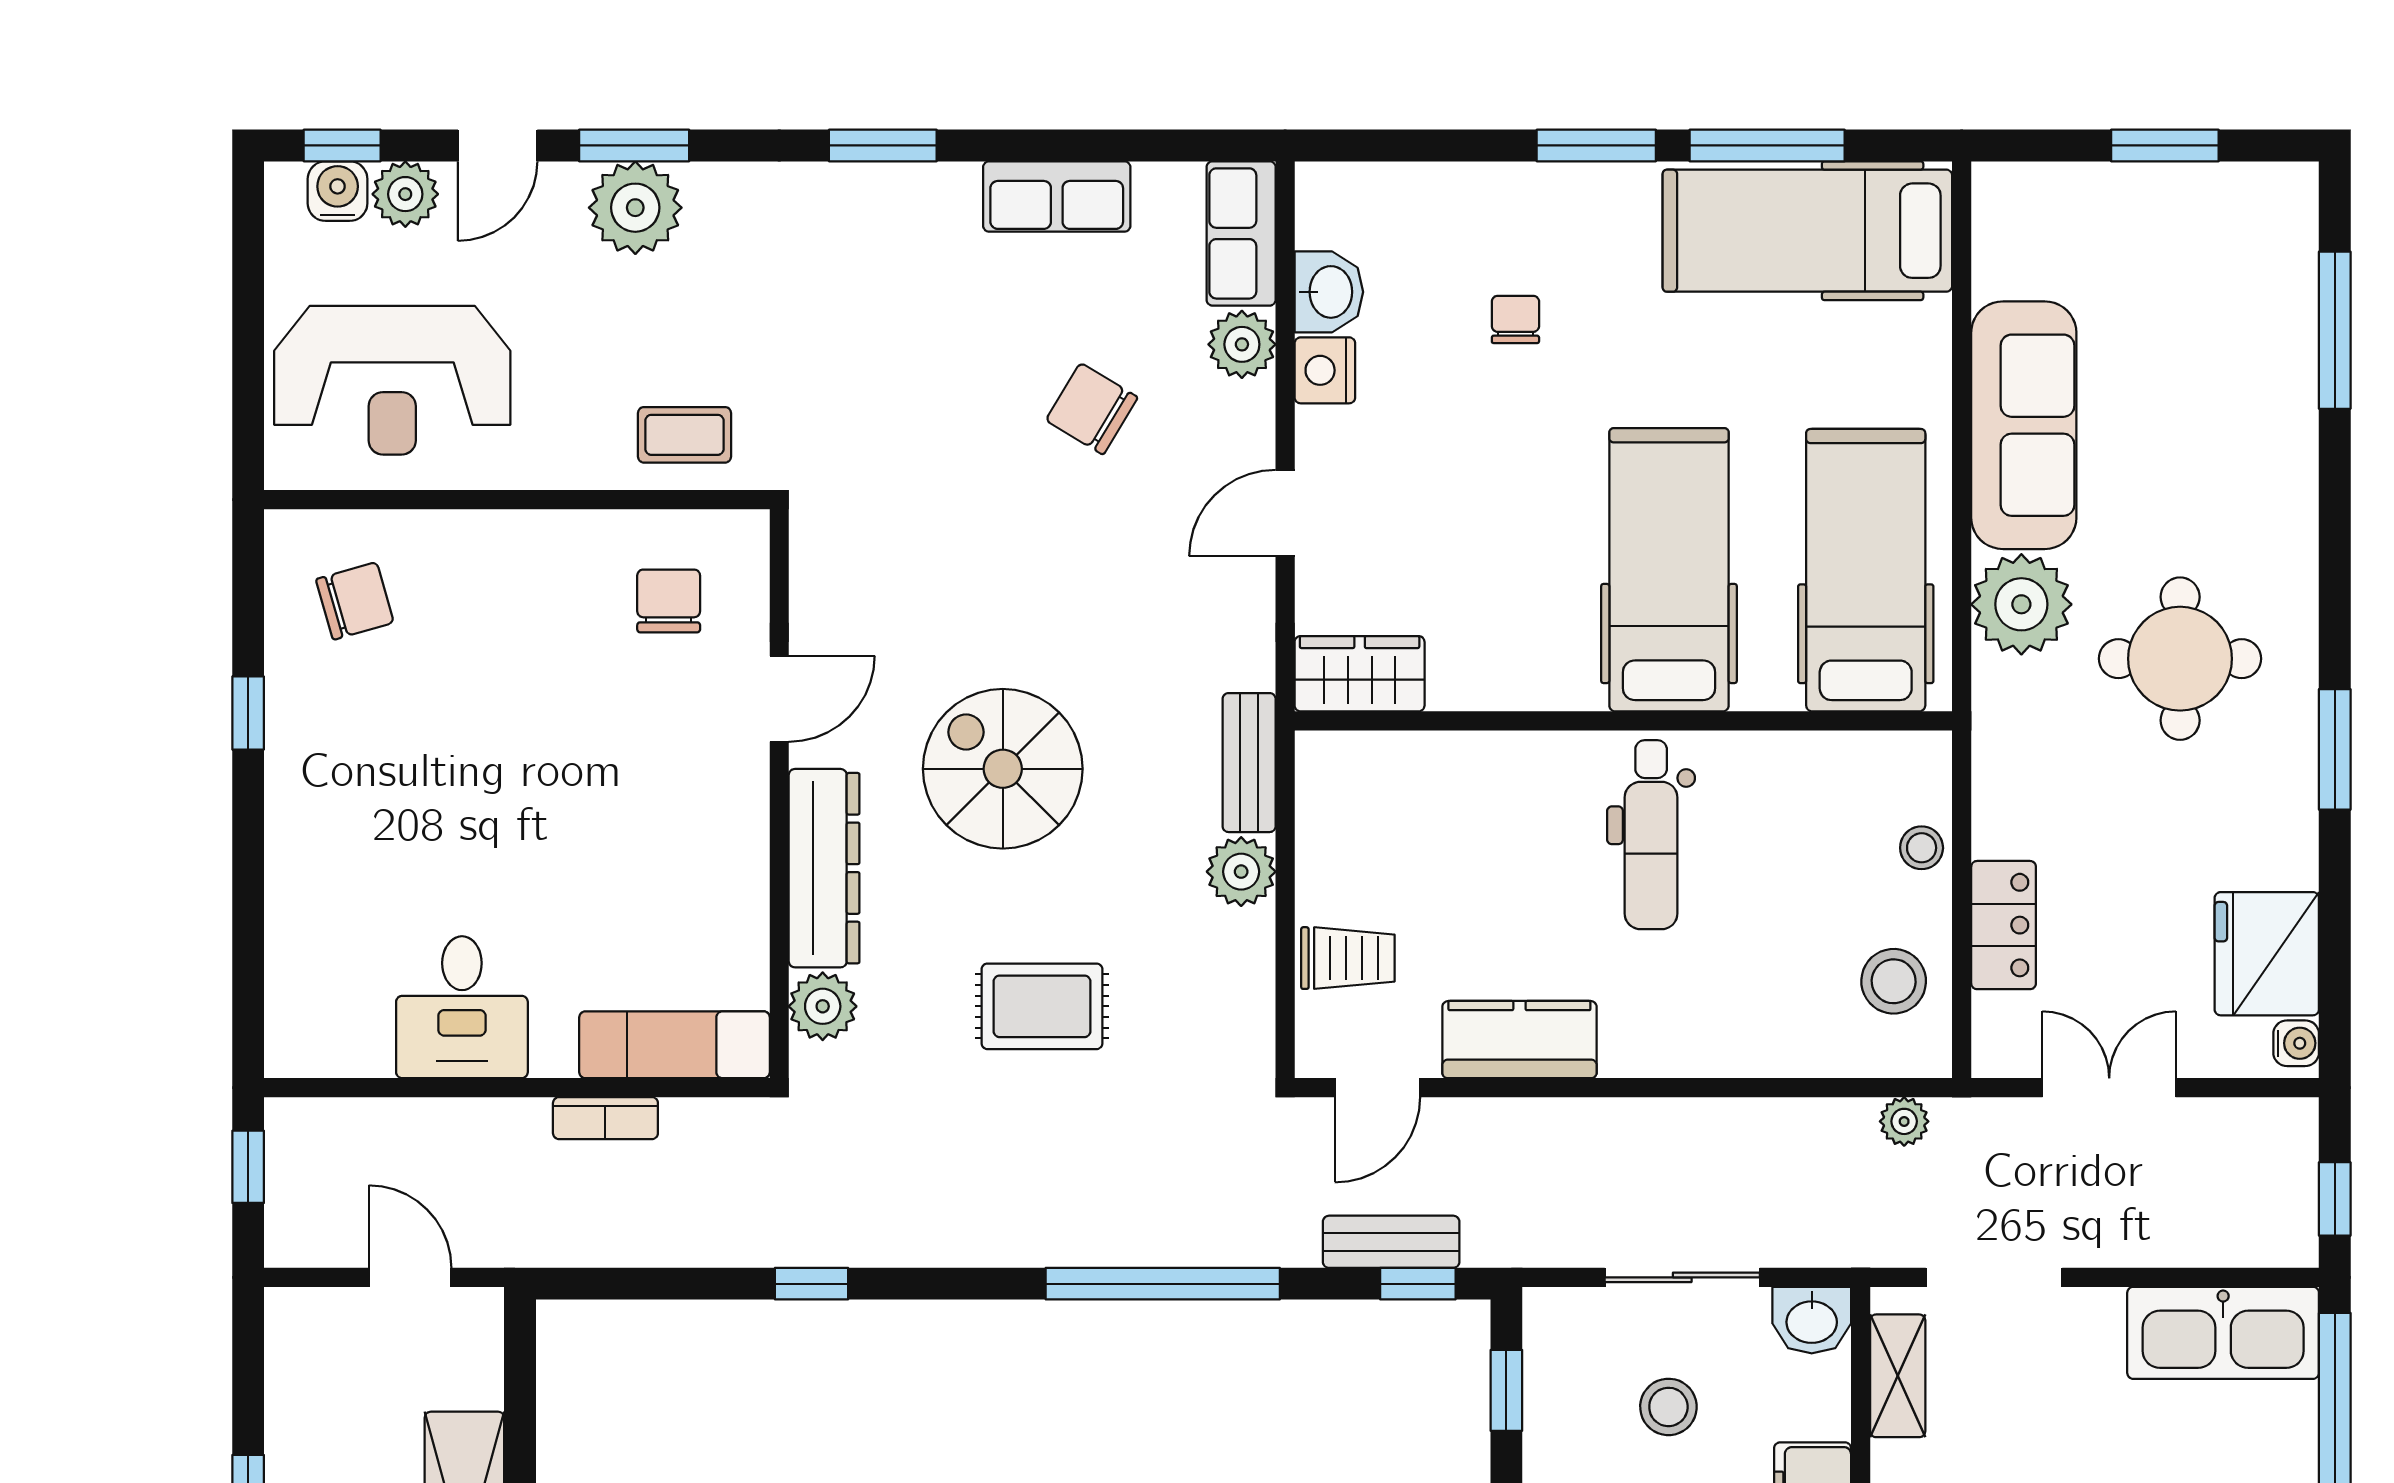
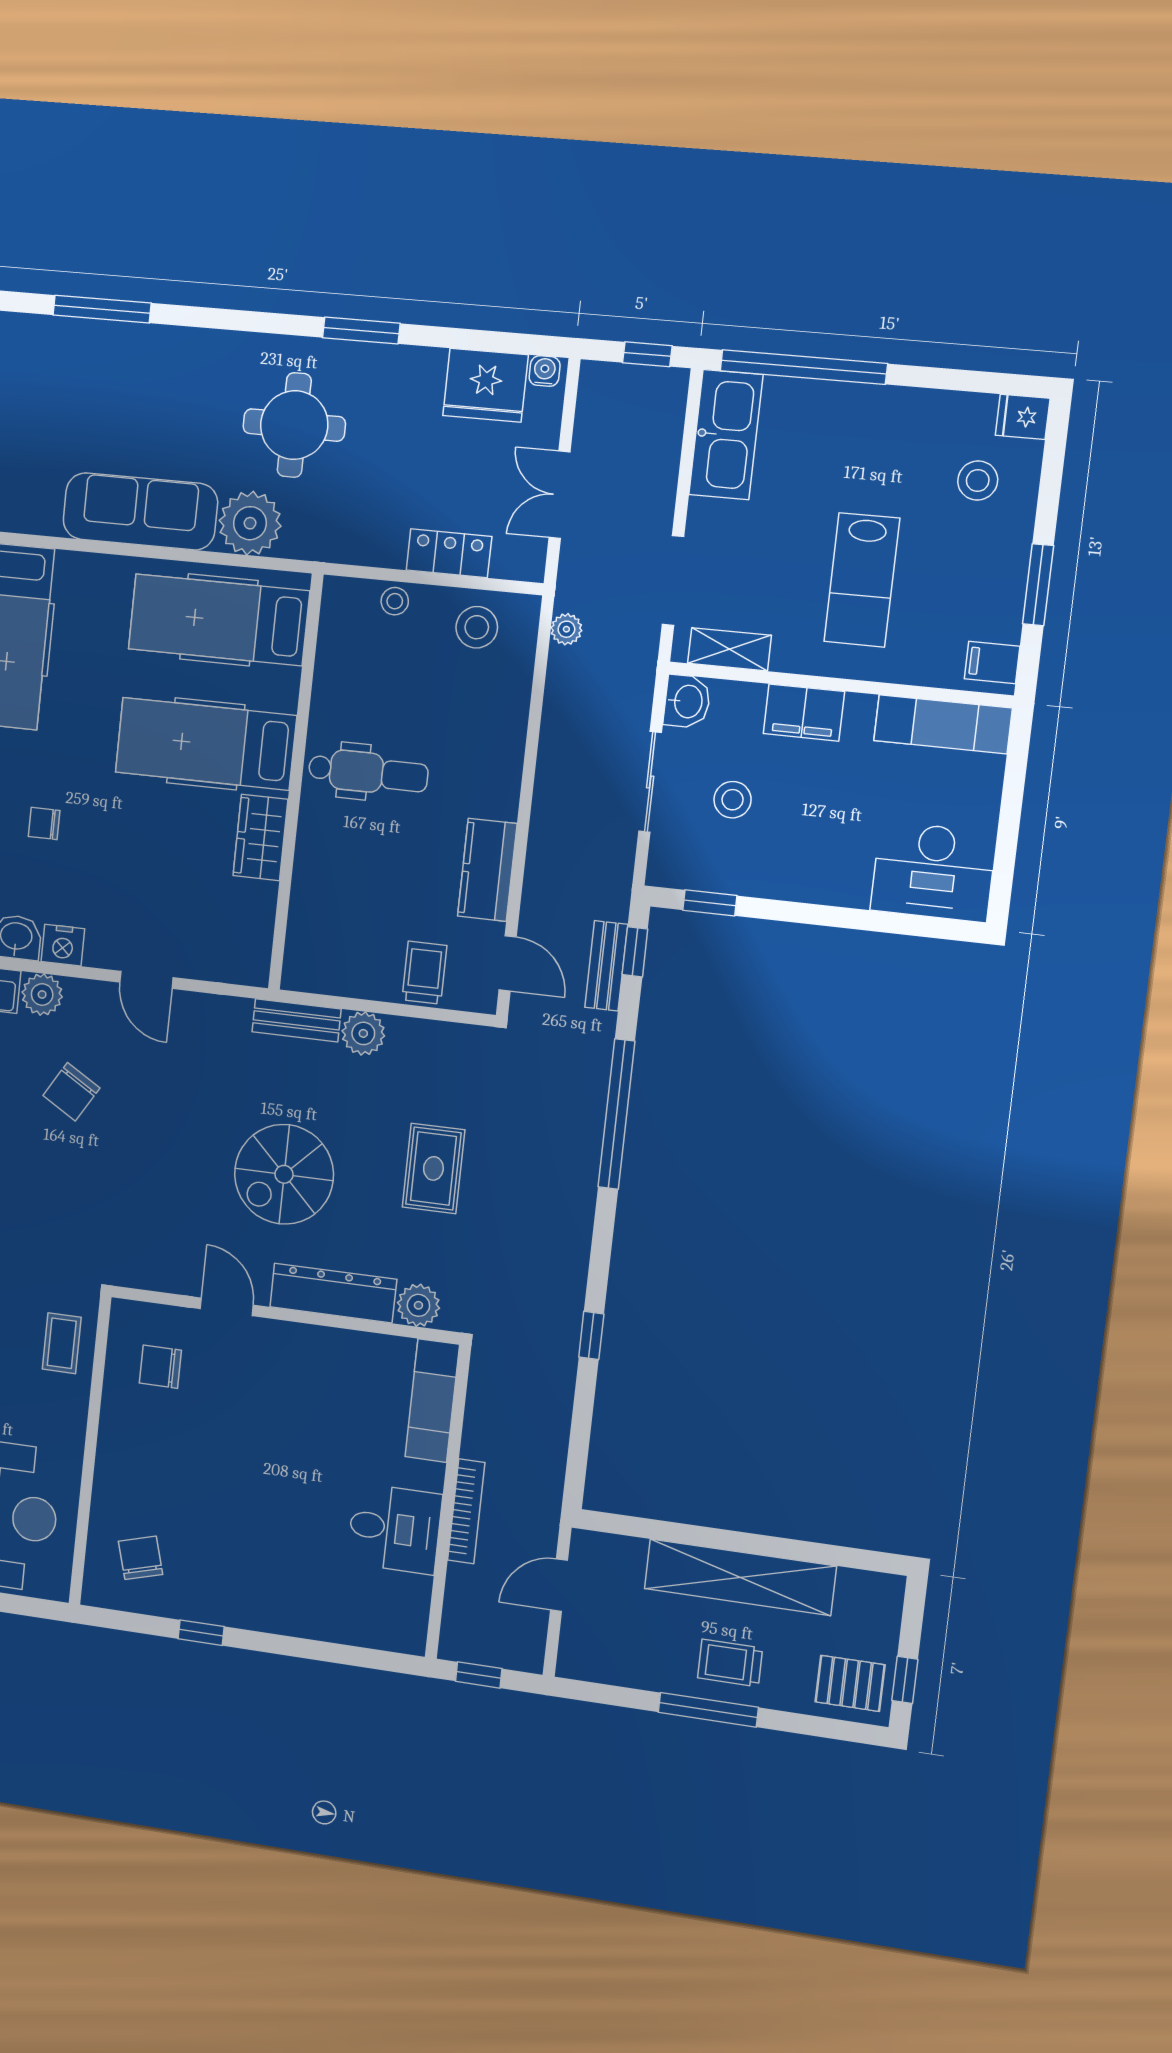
wardrobe: (1360, 674) -> (260, 837), moved
bookcase: (605, 1118) -> (466, 1511), moved, width x1.56

